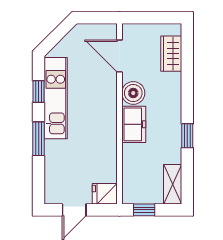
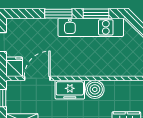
door: (120, 56) -> (37, 78), moved
window: (39, 91) -> (96, 14), width x1.50

